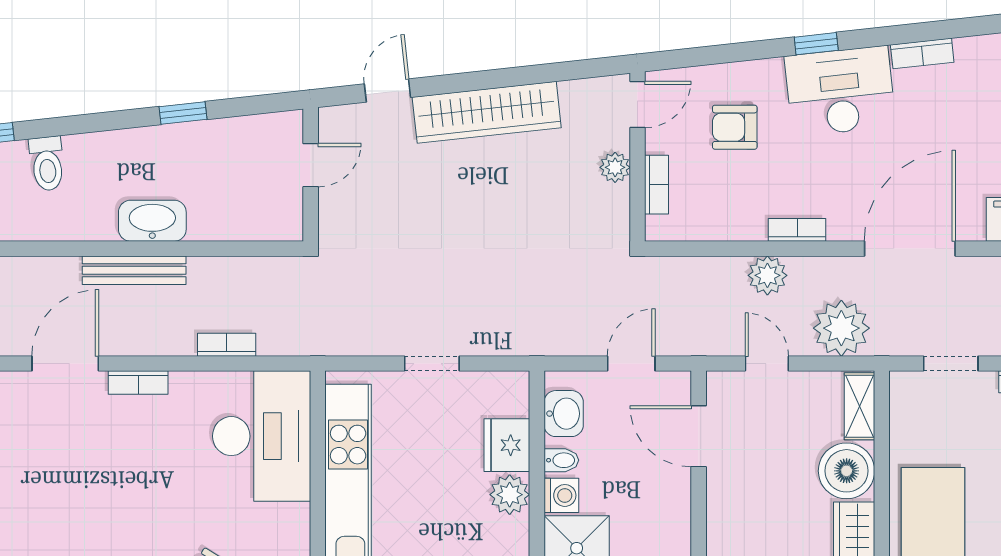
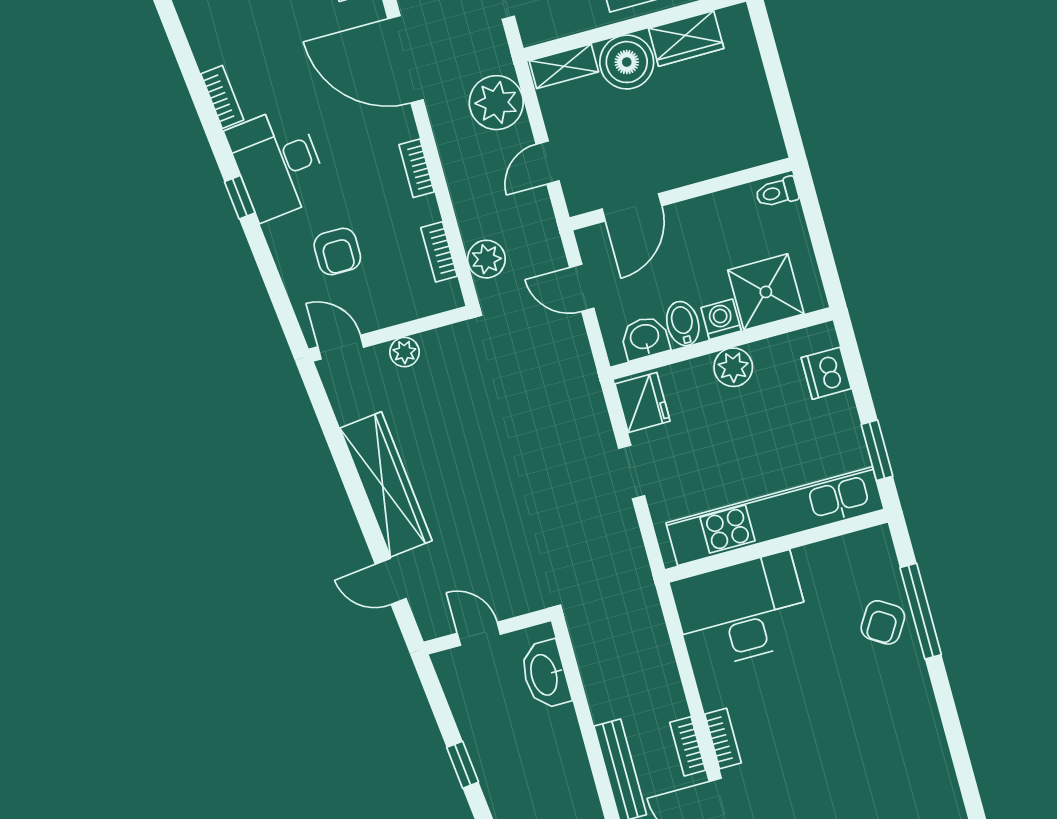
bookcase: (656, 185) -> (439, 252), moved, turned -90
washbasin: (152, 221) -> (545, 675), moved
plant: (767, 275) -> (486, 259), moved
bookcase: (227, 345) -> (688, 746), moved
fridge: (507, 445) -> (643, 402), moved, turned -90
bidet: (561, 460) -> (683, 324), width x1.38, depth x1.36

